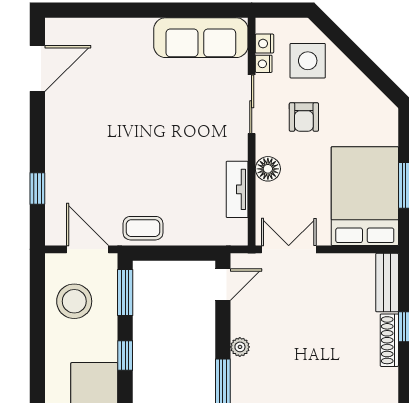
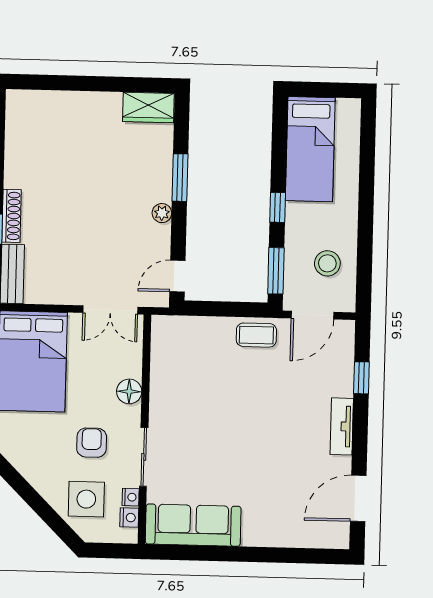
tv unit: (237, 189) -> (342, 426), moved, turned 180
door: (88, 249) -> (313, 315), hinge flipped
stool: (74, 301) -> (327, 263), width x0.73, depth x0.73

